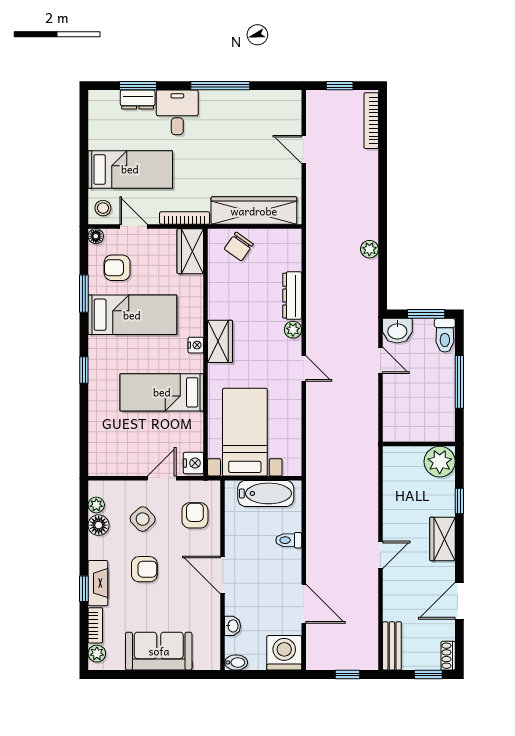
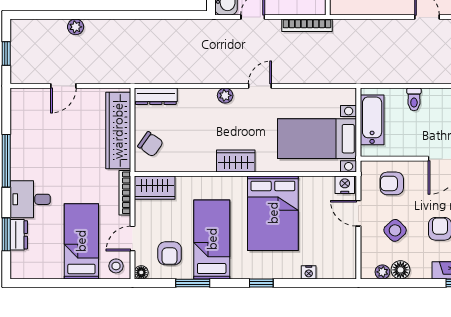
bookcase: (371, 121) -> (307, 25), moved
plant: (369, 249) -> (76, 27), moved
dresser: (292, 296) -> (156, 96), moved
nightstand: (196, 345) -> (309, 272), moved, turned 180
bed: (162, 392) -> (273, 213), width x1.50

